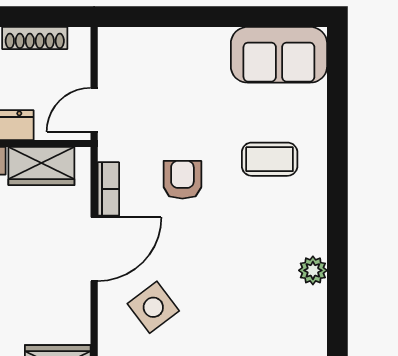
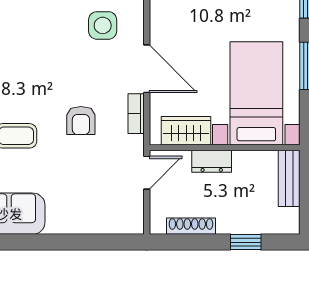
door: (94, 249) -> (147, 69), swing flipped
side table: (153, 307) -> (103, 25), turned 37

